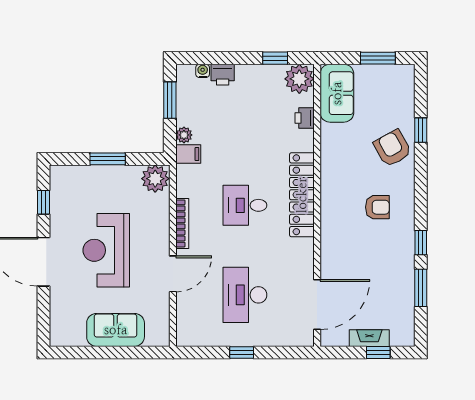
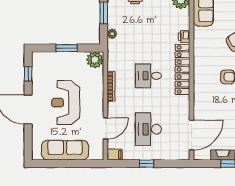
printer: (305, 118) -> (184, 37), moved
filing cabinet: (188, 154) -> (115, 154), moved
door: (173, 274) -> (105, 128), moved
sofa: (116, 330) -> (65, 150), width x1.36

